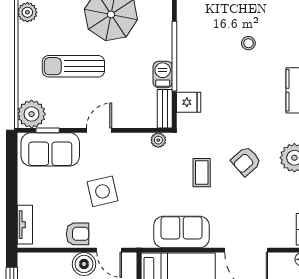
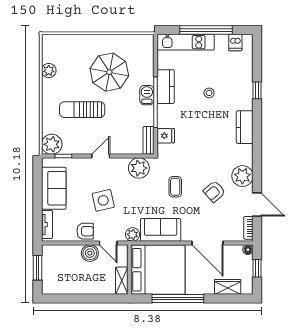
kitchen counter: (188, 34) -> (166, 87), added
barbecue: (163, 74) -> (147, 95), moved
plant: (158, 140) -> (139, 168), width x1.88, depth x1.88
sofa: (50, 149) -> (54, 188), moved, turned -90
armchair: (246, 161) -> (214, 191), moved
plant: (143, 238) -> (132, 234), added

